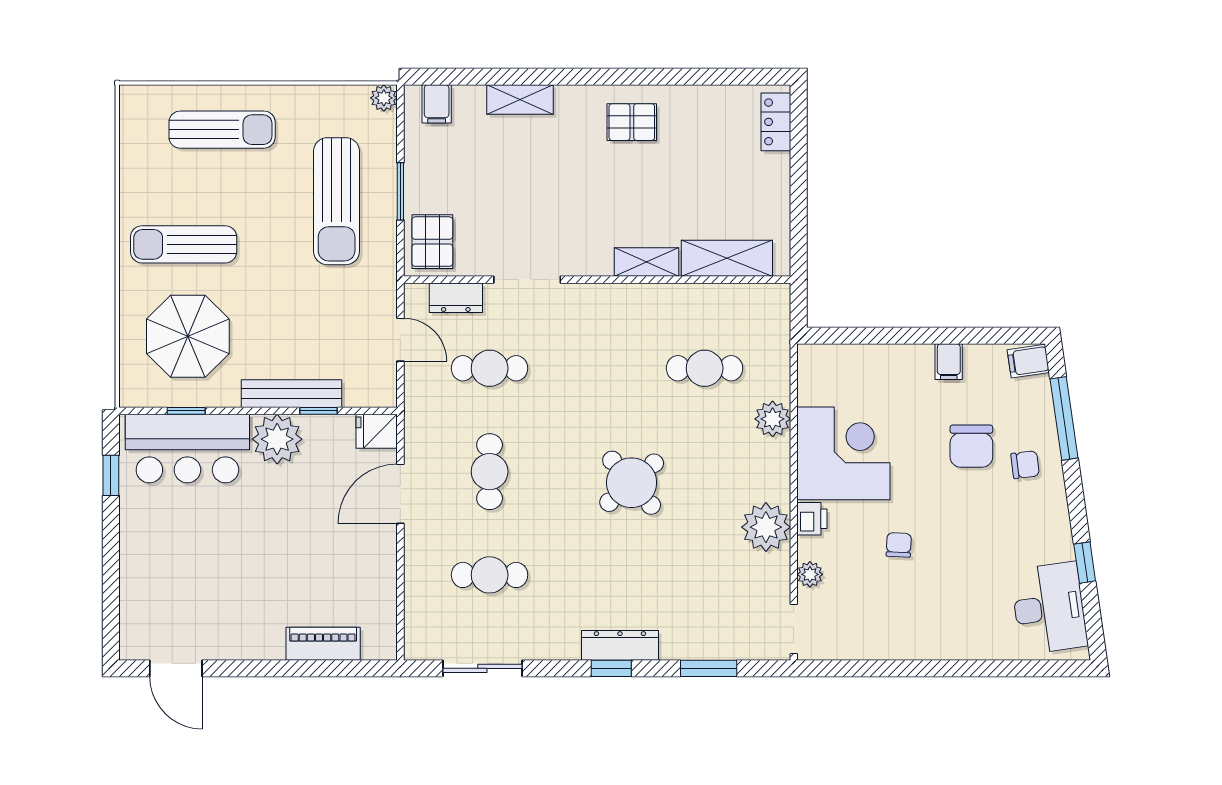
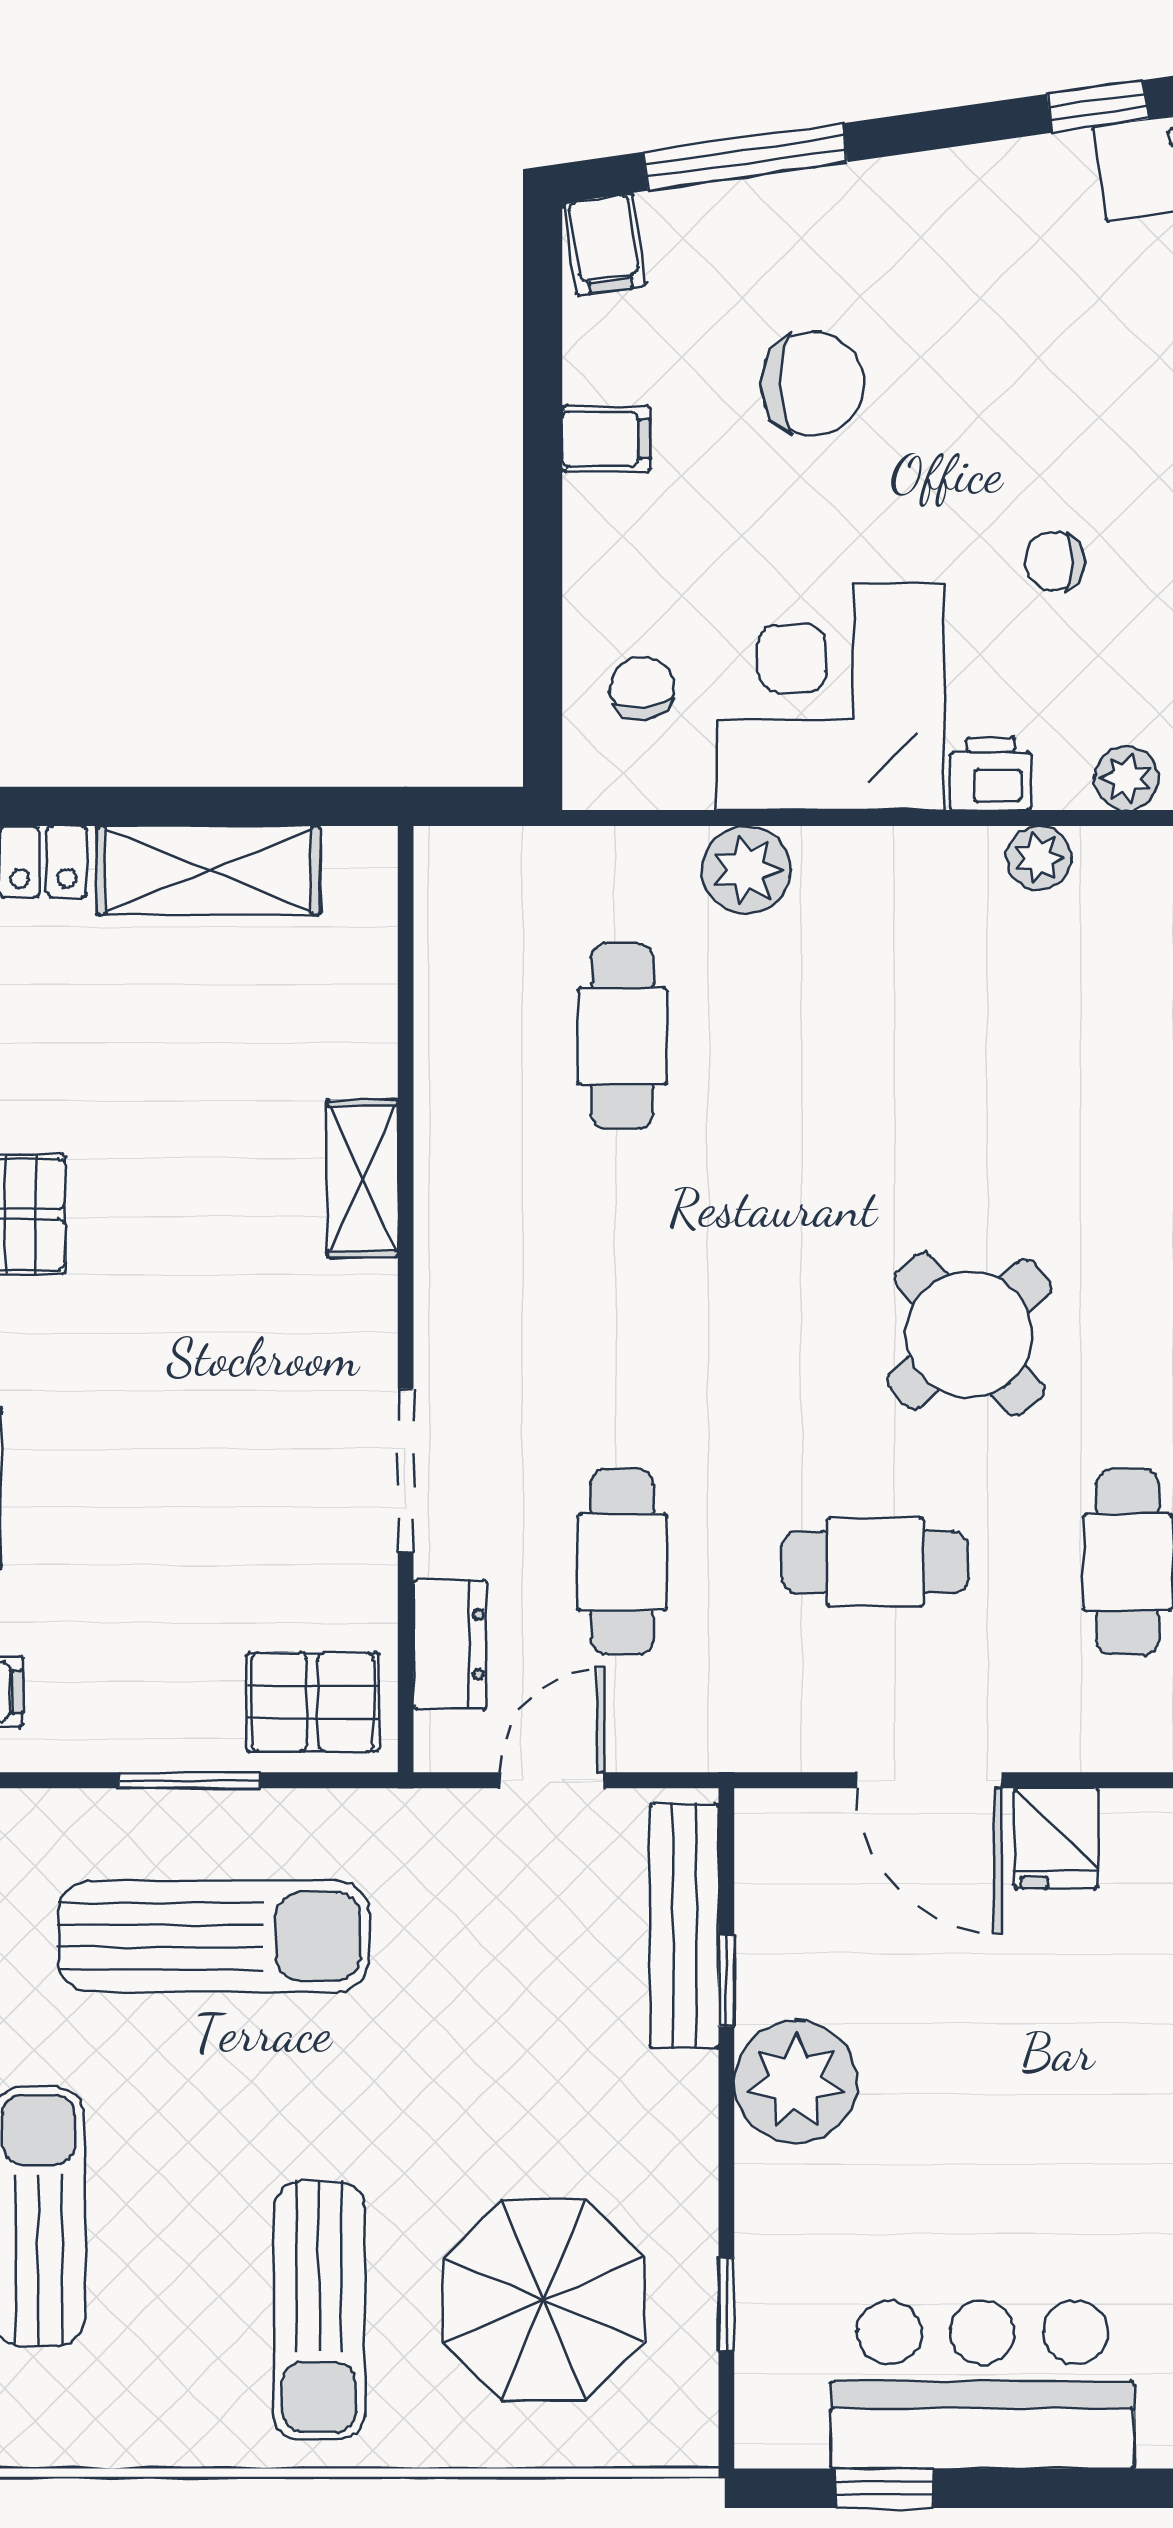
shelving: (727, 258) -> (208, 870), moved, turned 90
bench: (292, 394) -> (684, 1926), moved
fridge: (377, 431) -> (1056, 1838), moved
bar counter: (187, 448) -> (982, 2384), moved, turned -90
chair: (1025, 465) -> (642, 688), moved
round table: (632, 483) -> (969, 1334), moved
plant: (766, 527) -> (1039, 858), width x0.53, depth x0.53

